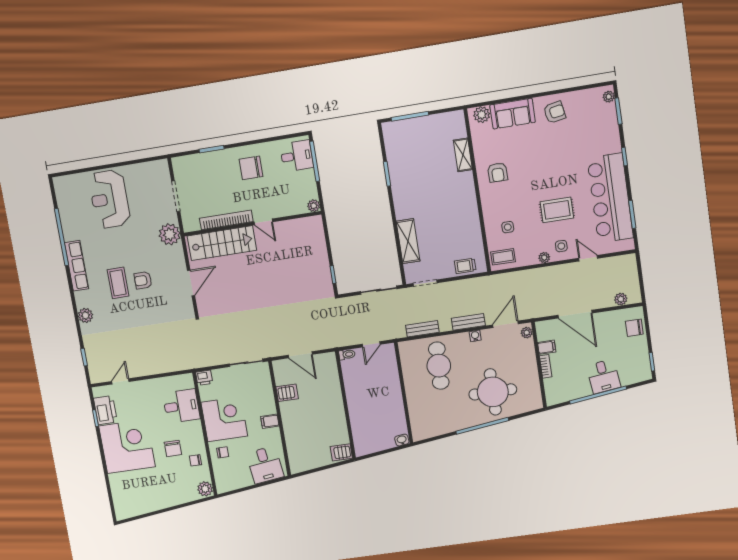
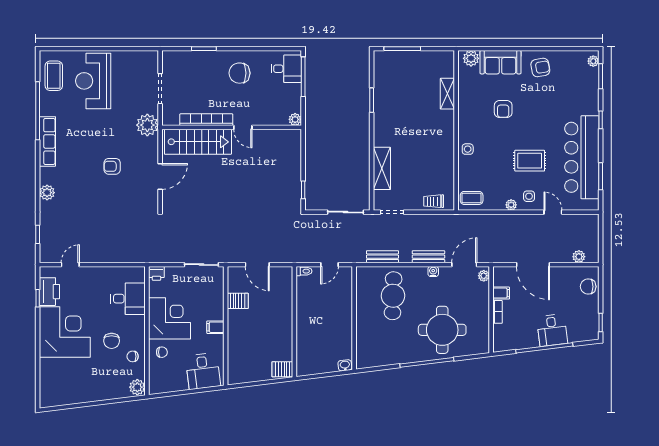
armchair: (498, 172) -> (503, 109), moved
side table: (508, 227) -> (468, 149), moved
coffee table: (118, 283) -> (54, 76), moved

